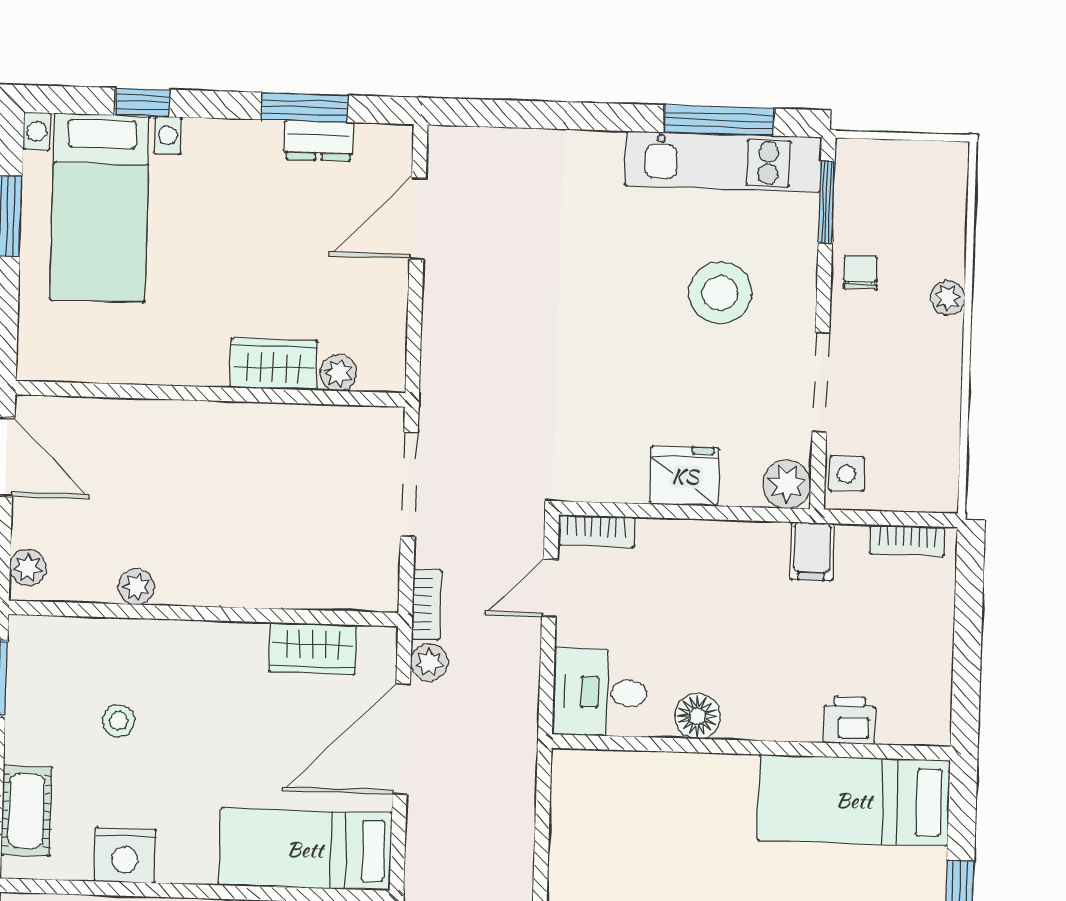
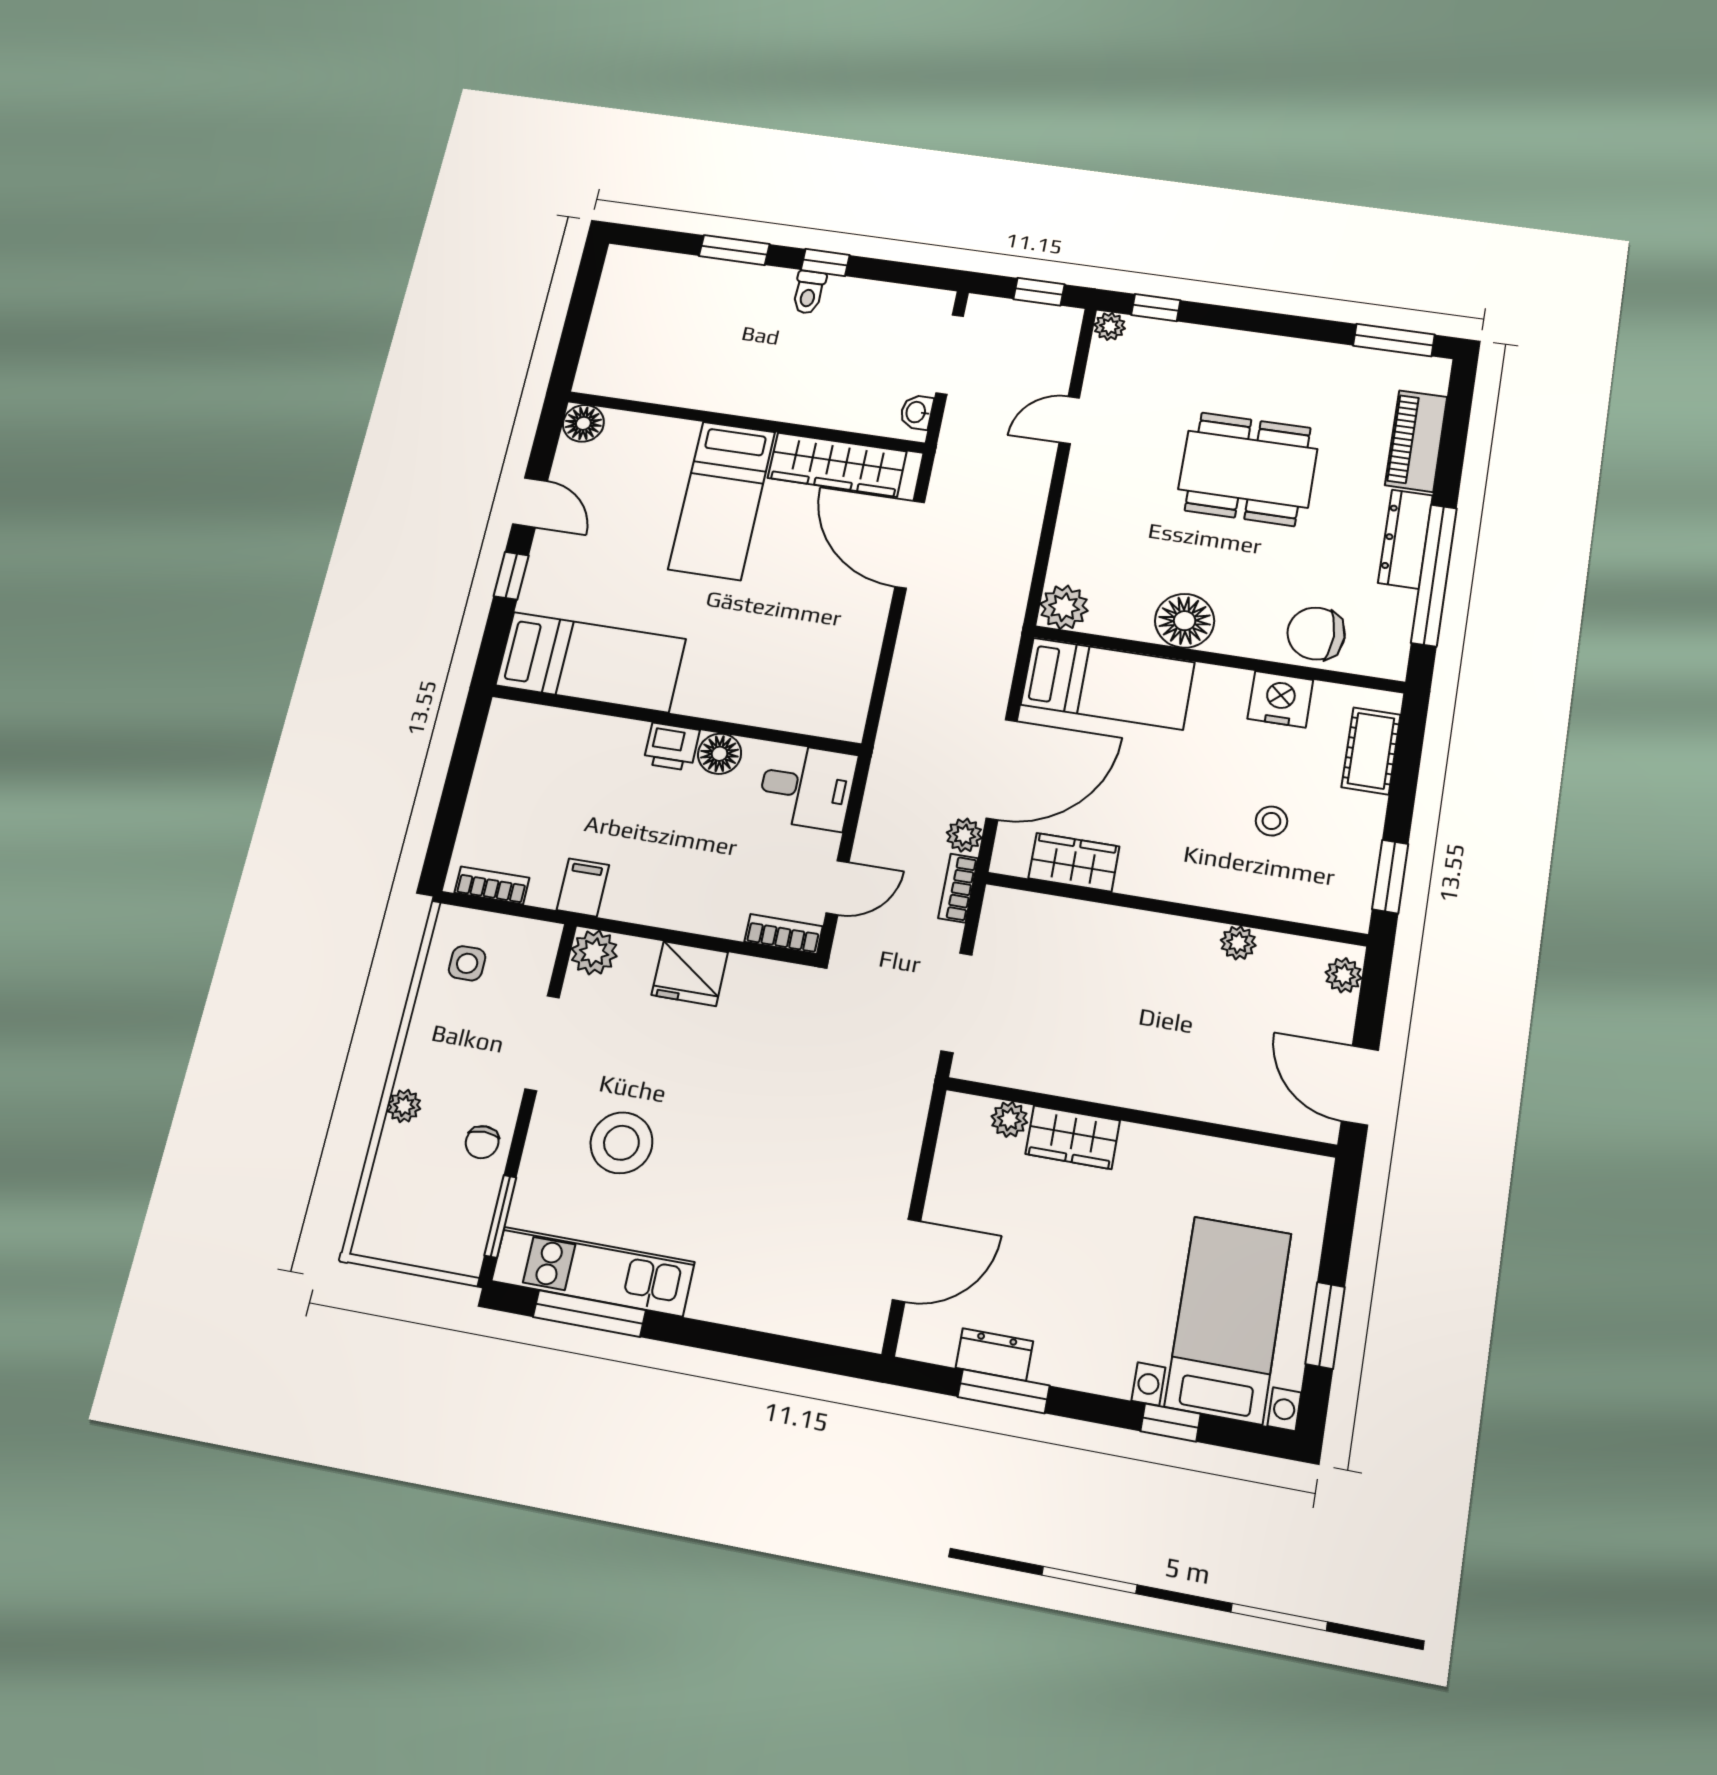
side table: (847, 474) -> (467, 963), moved
printer: (849, 720) -> (671, 747), moved

